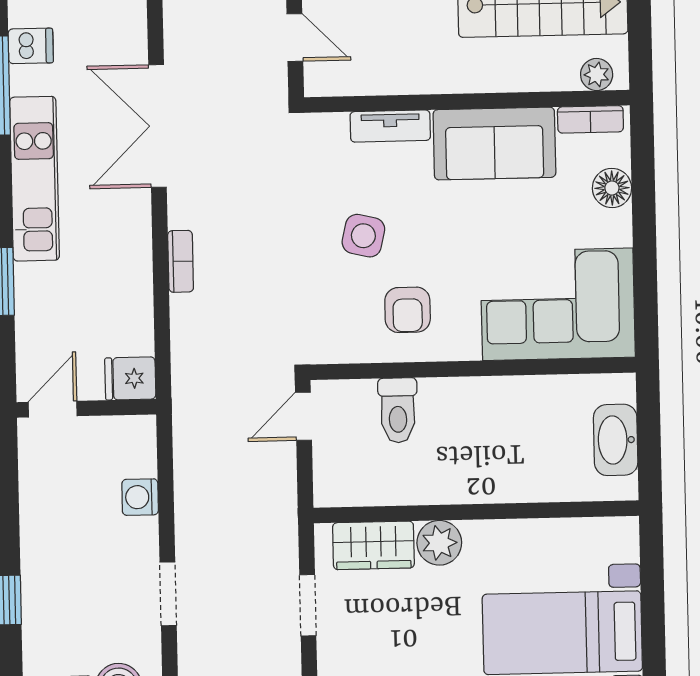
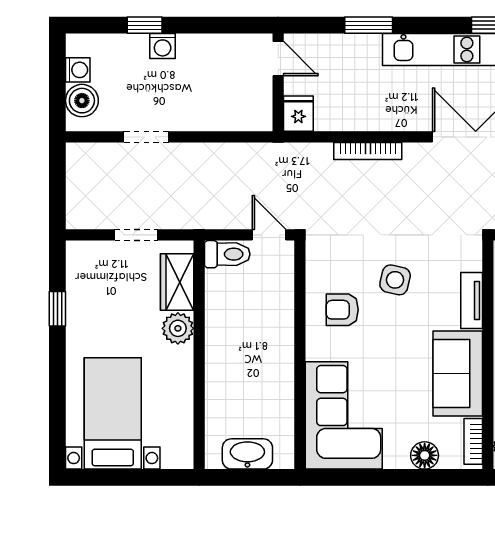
bookcase: (181, 261) -> (368, 151), width x1.56
toilet: (398, 410) -> (227, 254), moved, turned 180
washing machine: (140, 497) -> (163, 46), moved, turned 180

